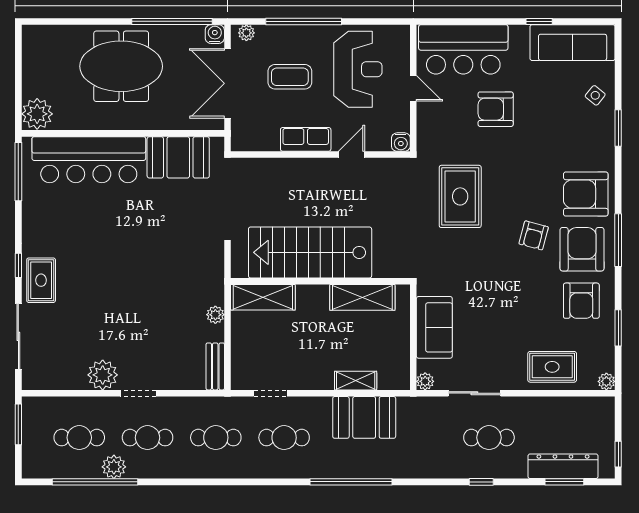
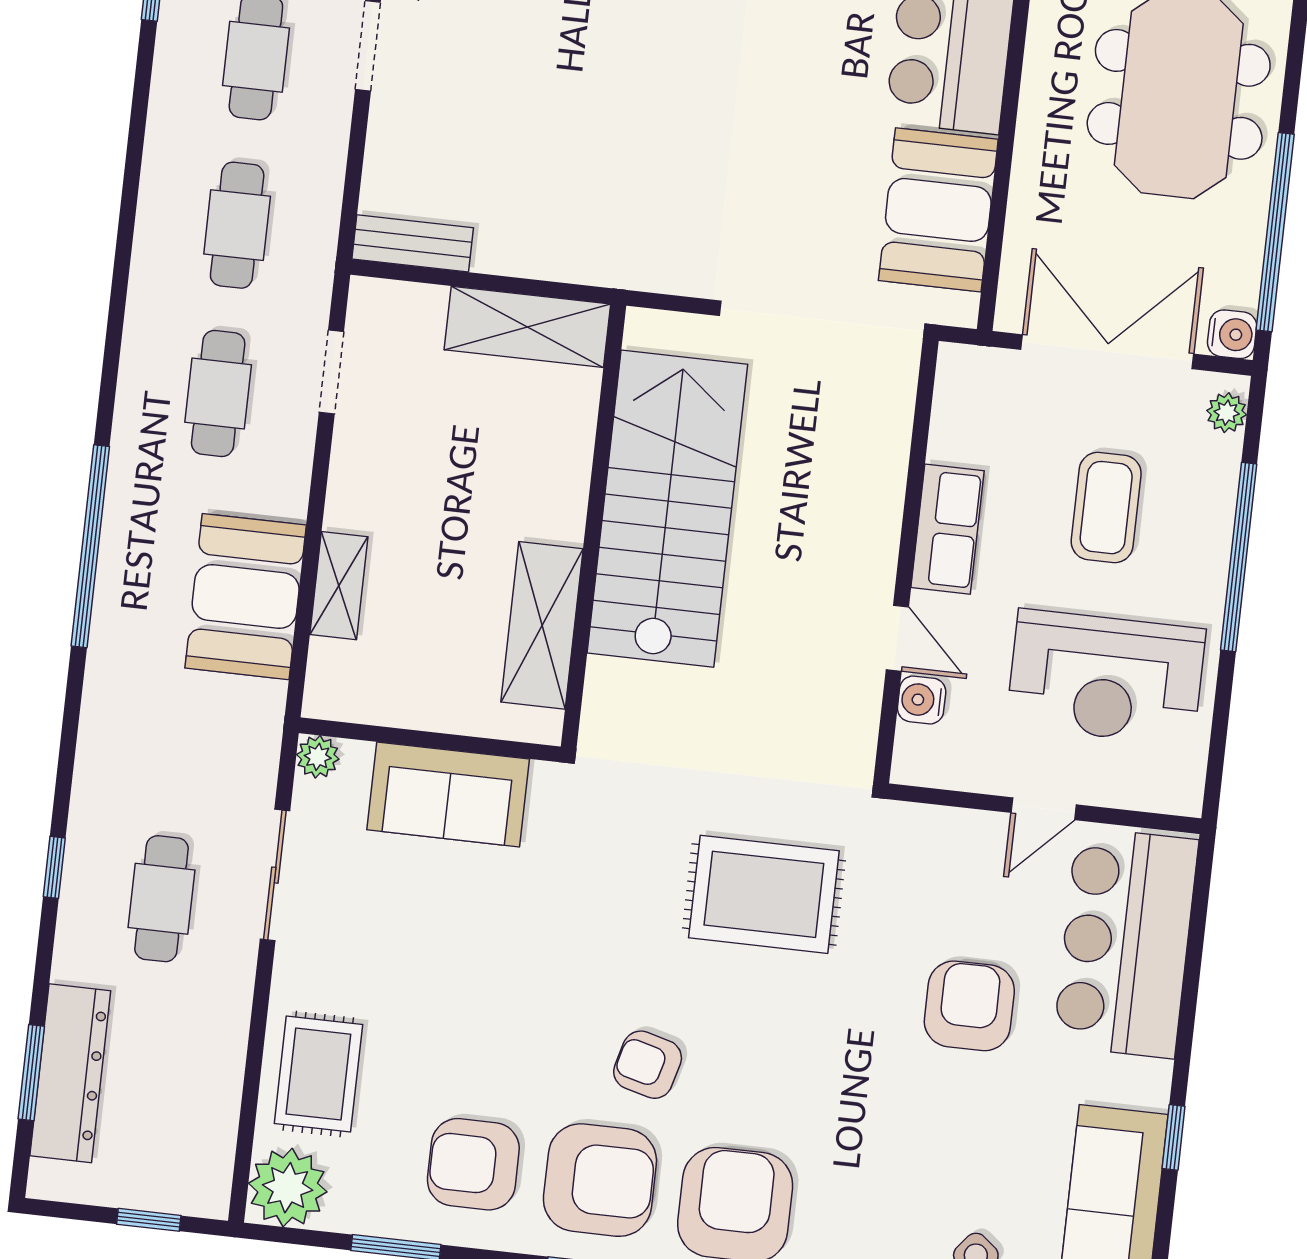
water cooler: (401, 142) -> (922, 700), moved
shelving: (263, 297) -> (527, 327), moved, turned 90
plant: (215, 315) -> (540, 258), removed
plant: (606, 381) -> (288, 1188), width x1.88, depth x1.88
window: (618, 454) -> (149, 1220), moved

